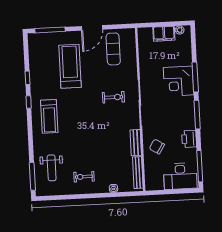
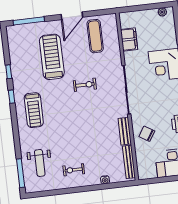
filing cabinet: (164, 34) -> (129, 39), moved, turned -90
exercise bike: (113, 97) -> (85, 85), moved

